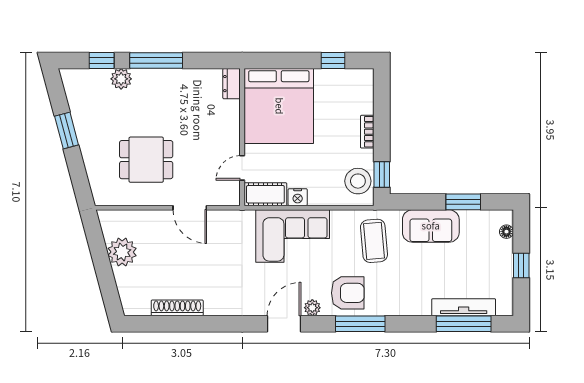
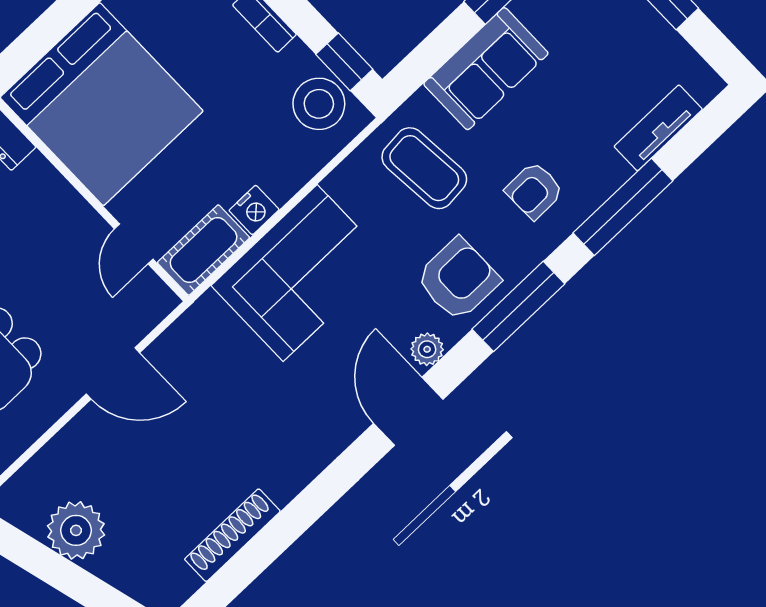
armchair: (406, 287) -> (534, 191), added
tv unit: (464, 307) -> (658, 128), width x0.71
window: (464, 324) -> (623, 207), moved

